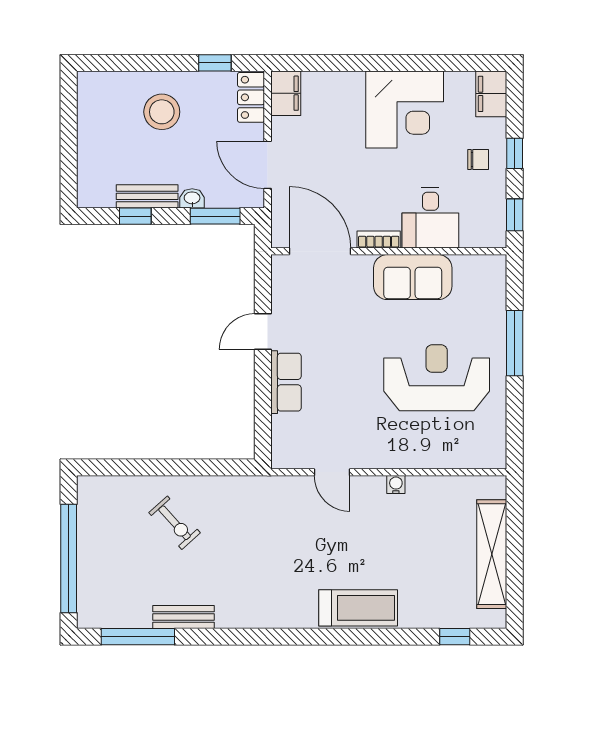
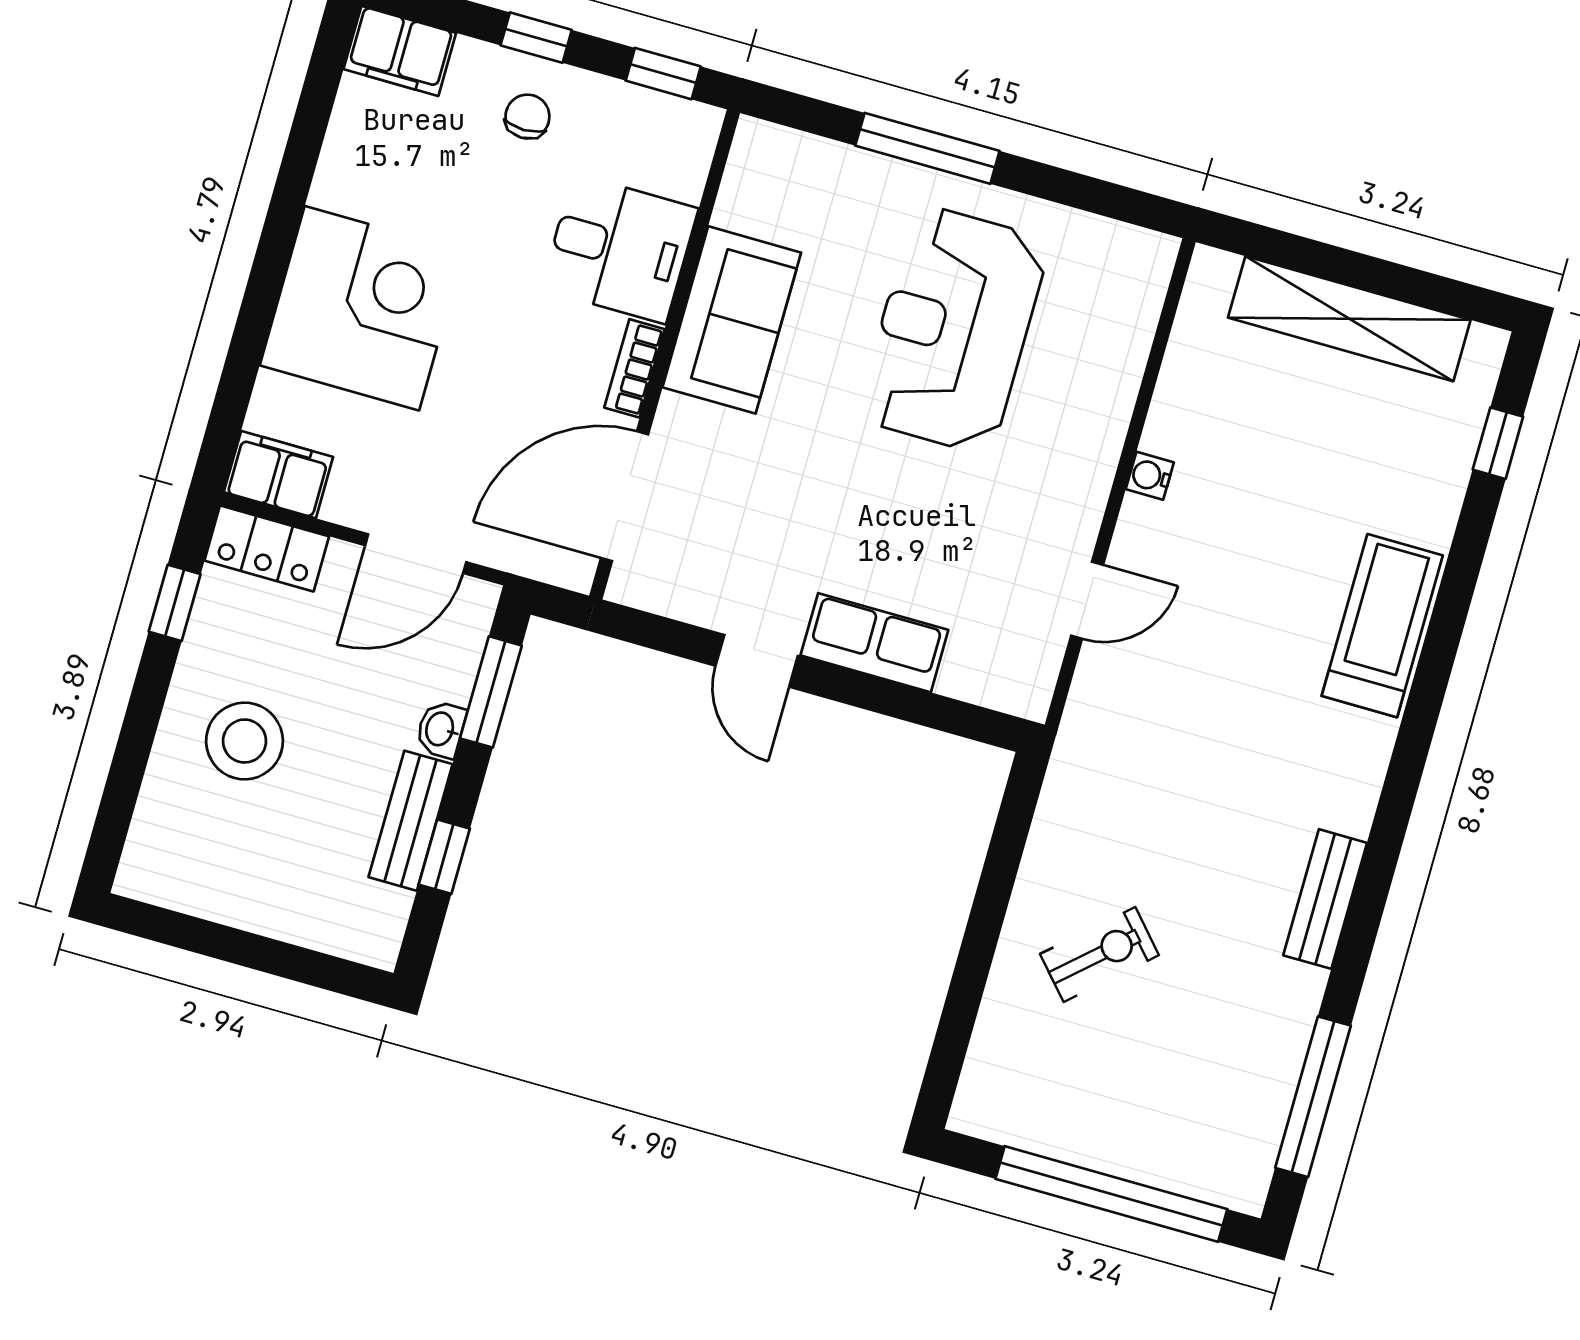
corner desk: (405, 110) -> (362, 308), moved
bench: (183, 617) -> (1325, 899), moved

